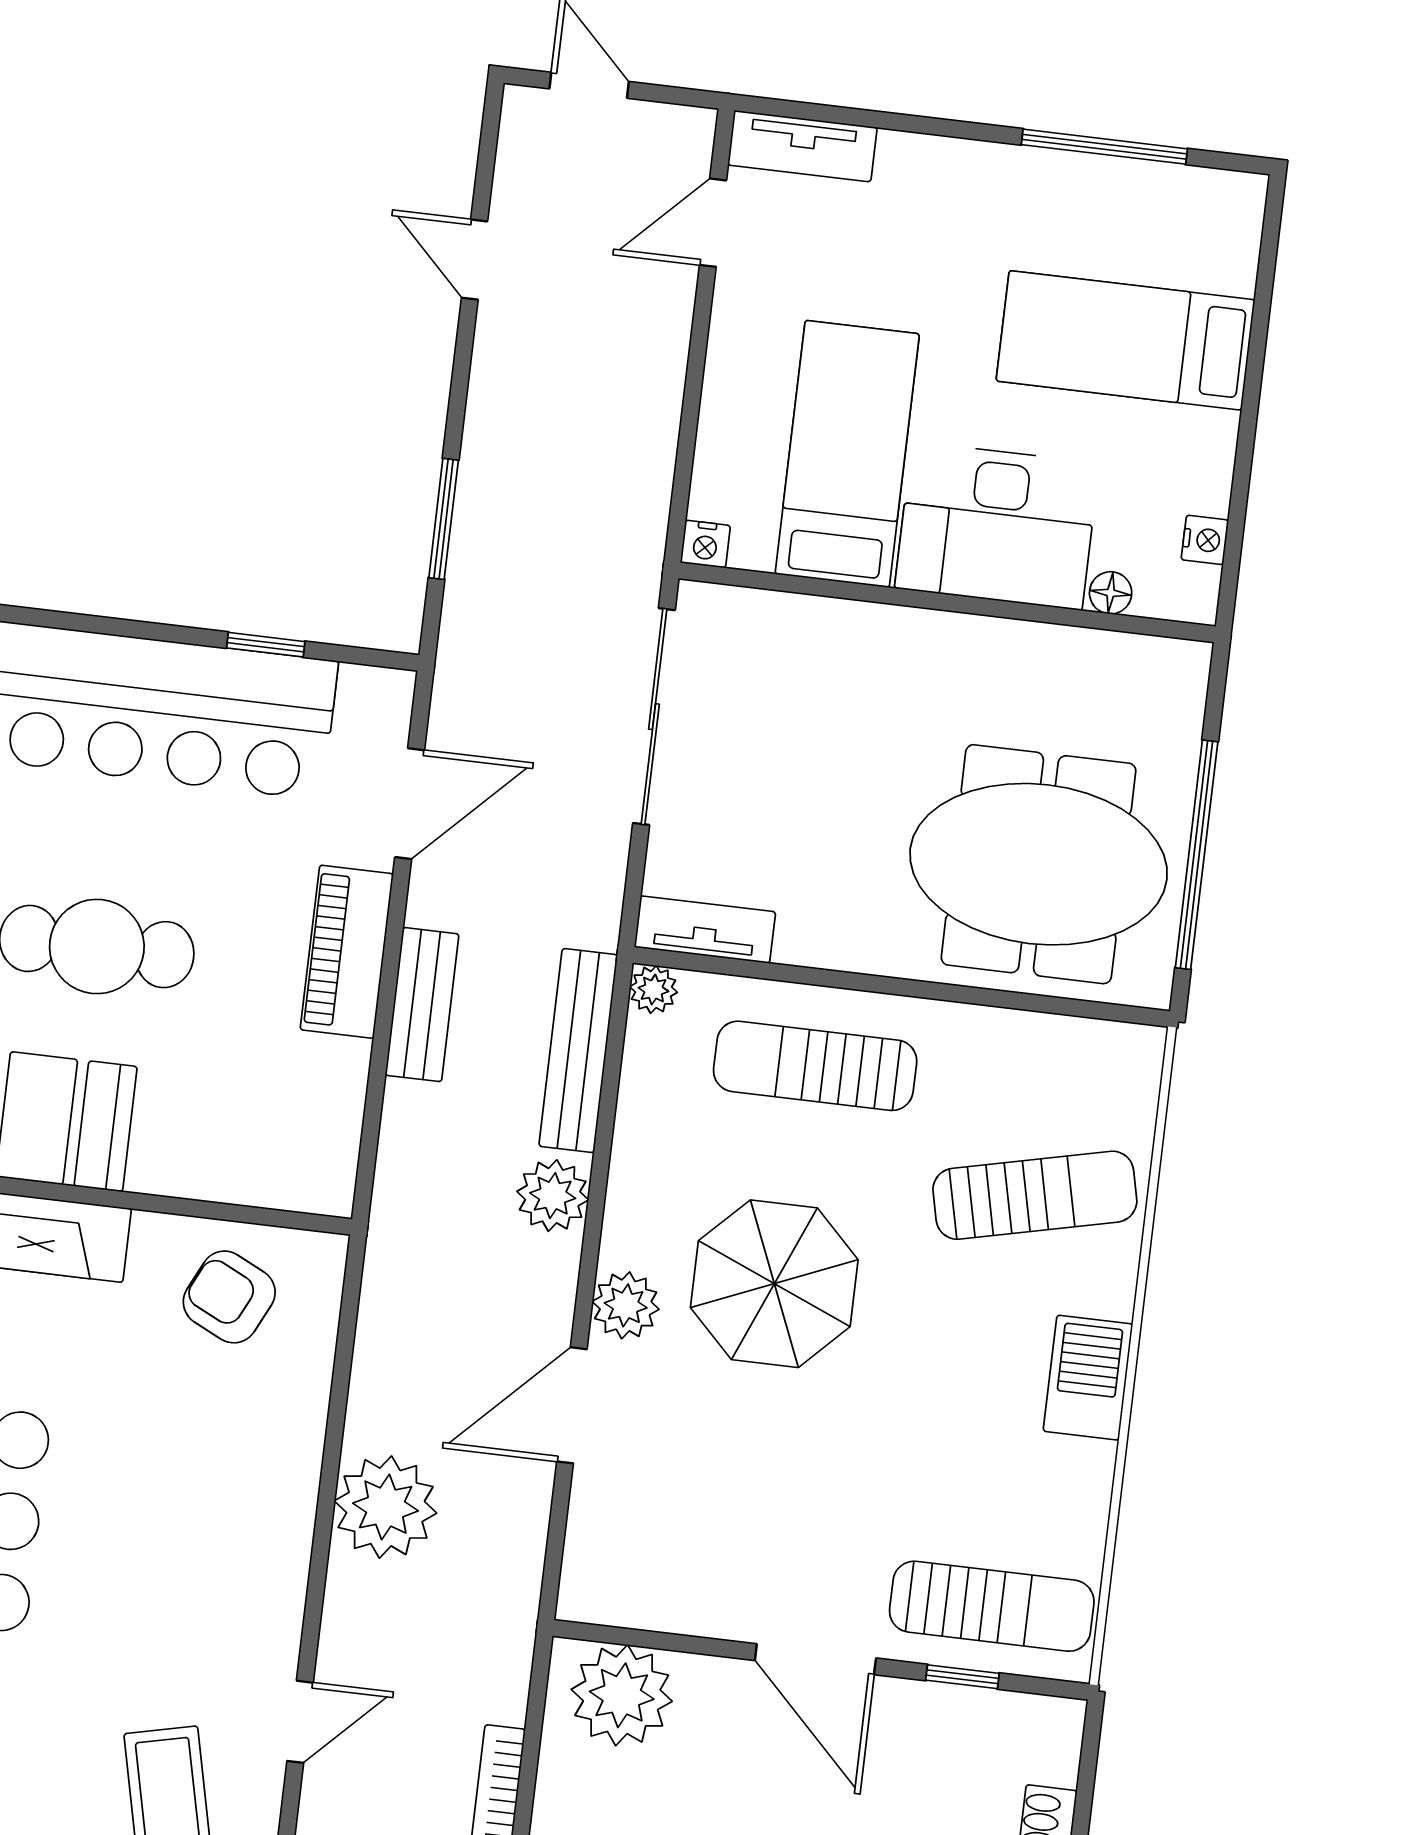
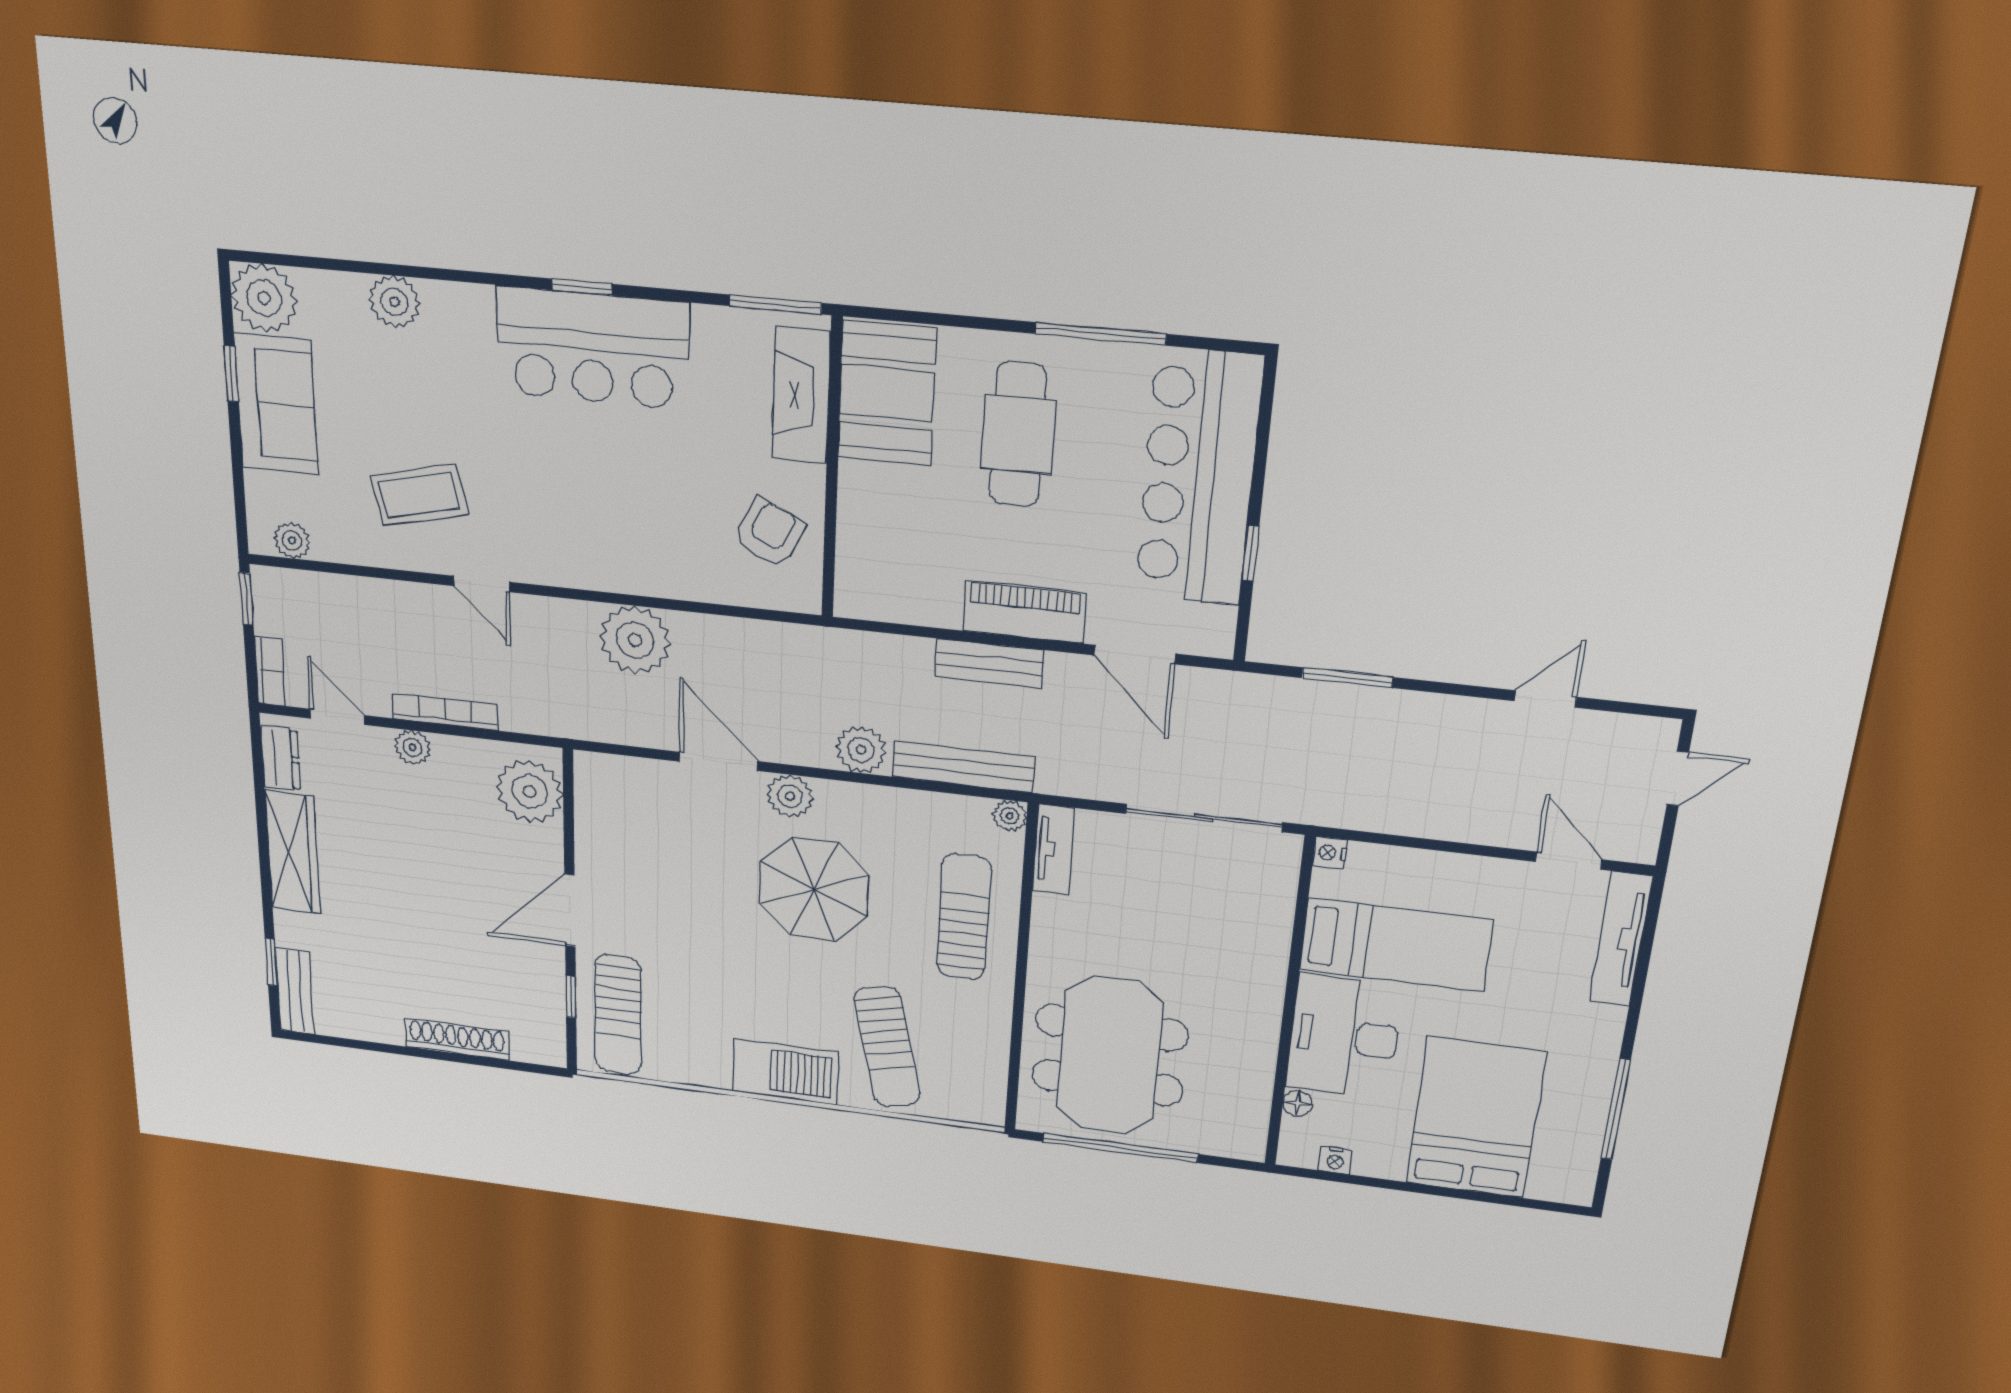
tv unit: (802, 146) -> (1621, 939), width x1.41
bed: (1125, 340) -> (1476, 1118), width x1.50
barbecue: (1088, 1378) -> (785, 1072), width x1.37, depth x1.21

